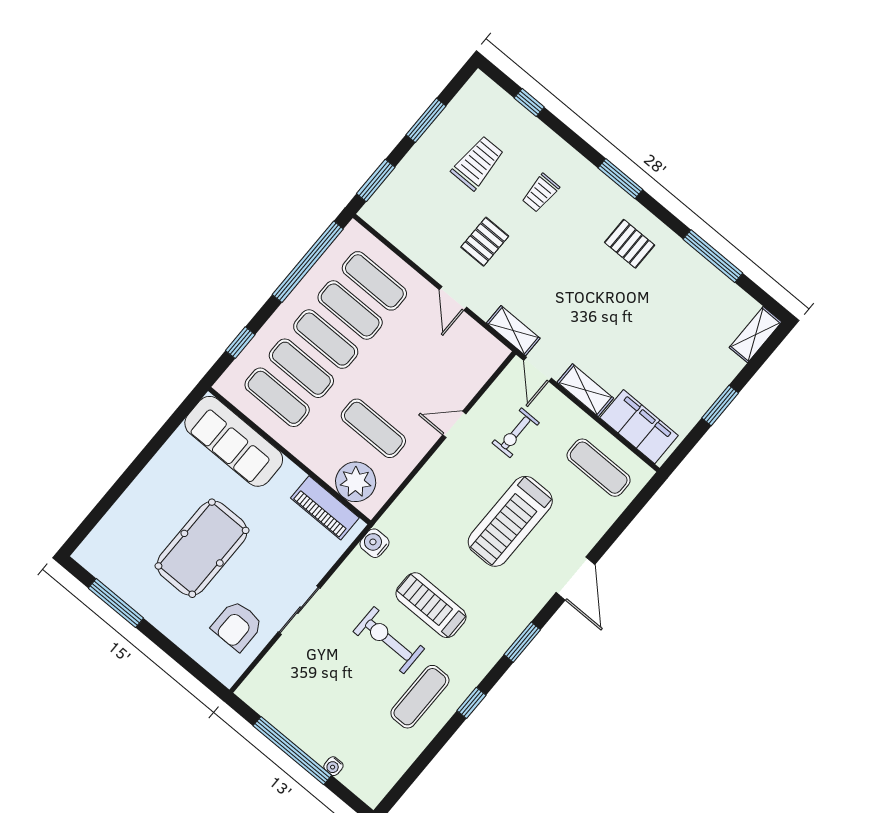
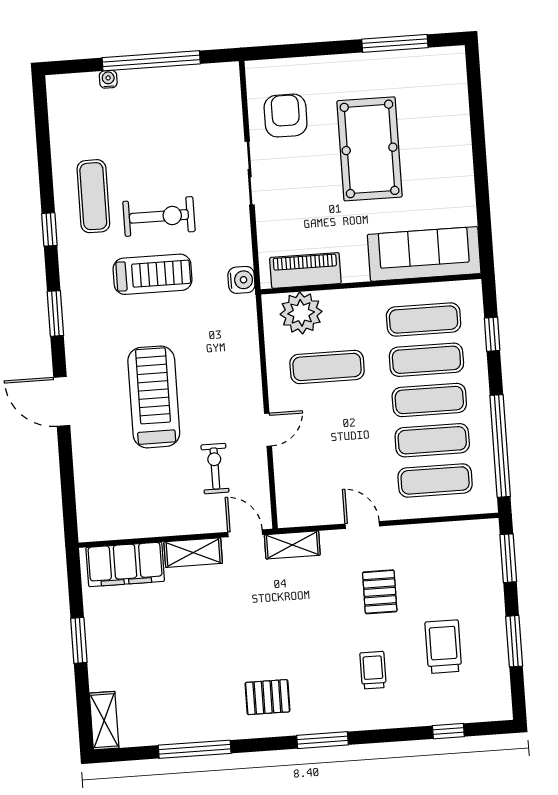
trolley: (477, 163) -> (443, 647), turned 180
exercise mat: (599, 468) -> (126, 503), removed

